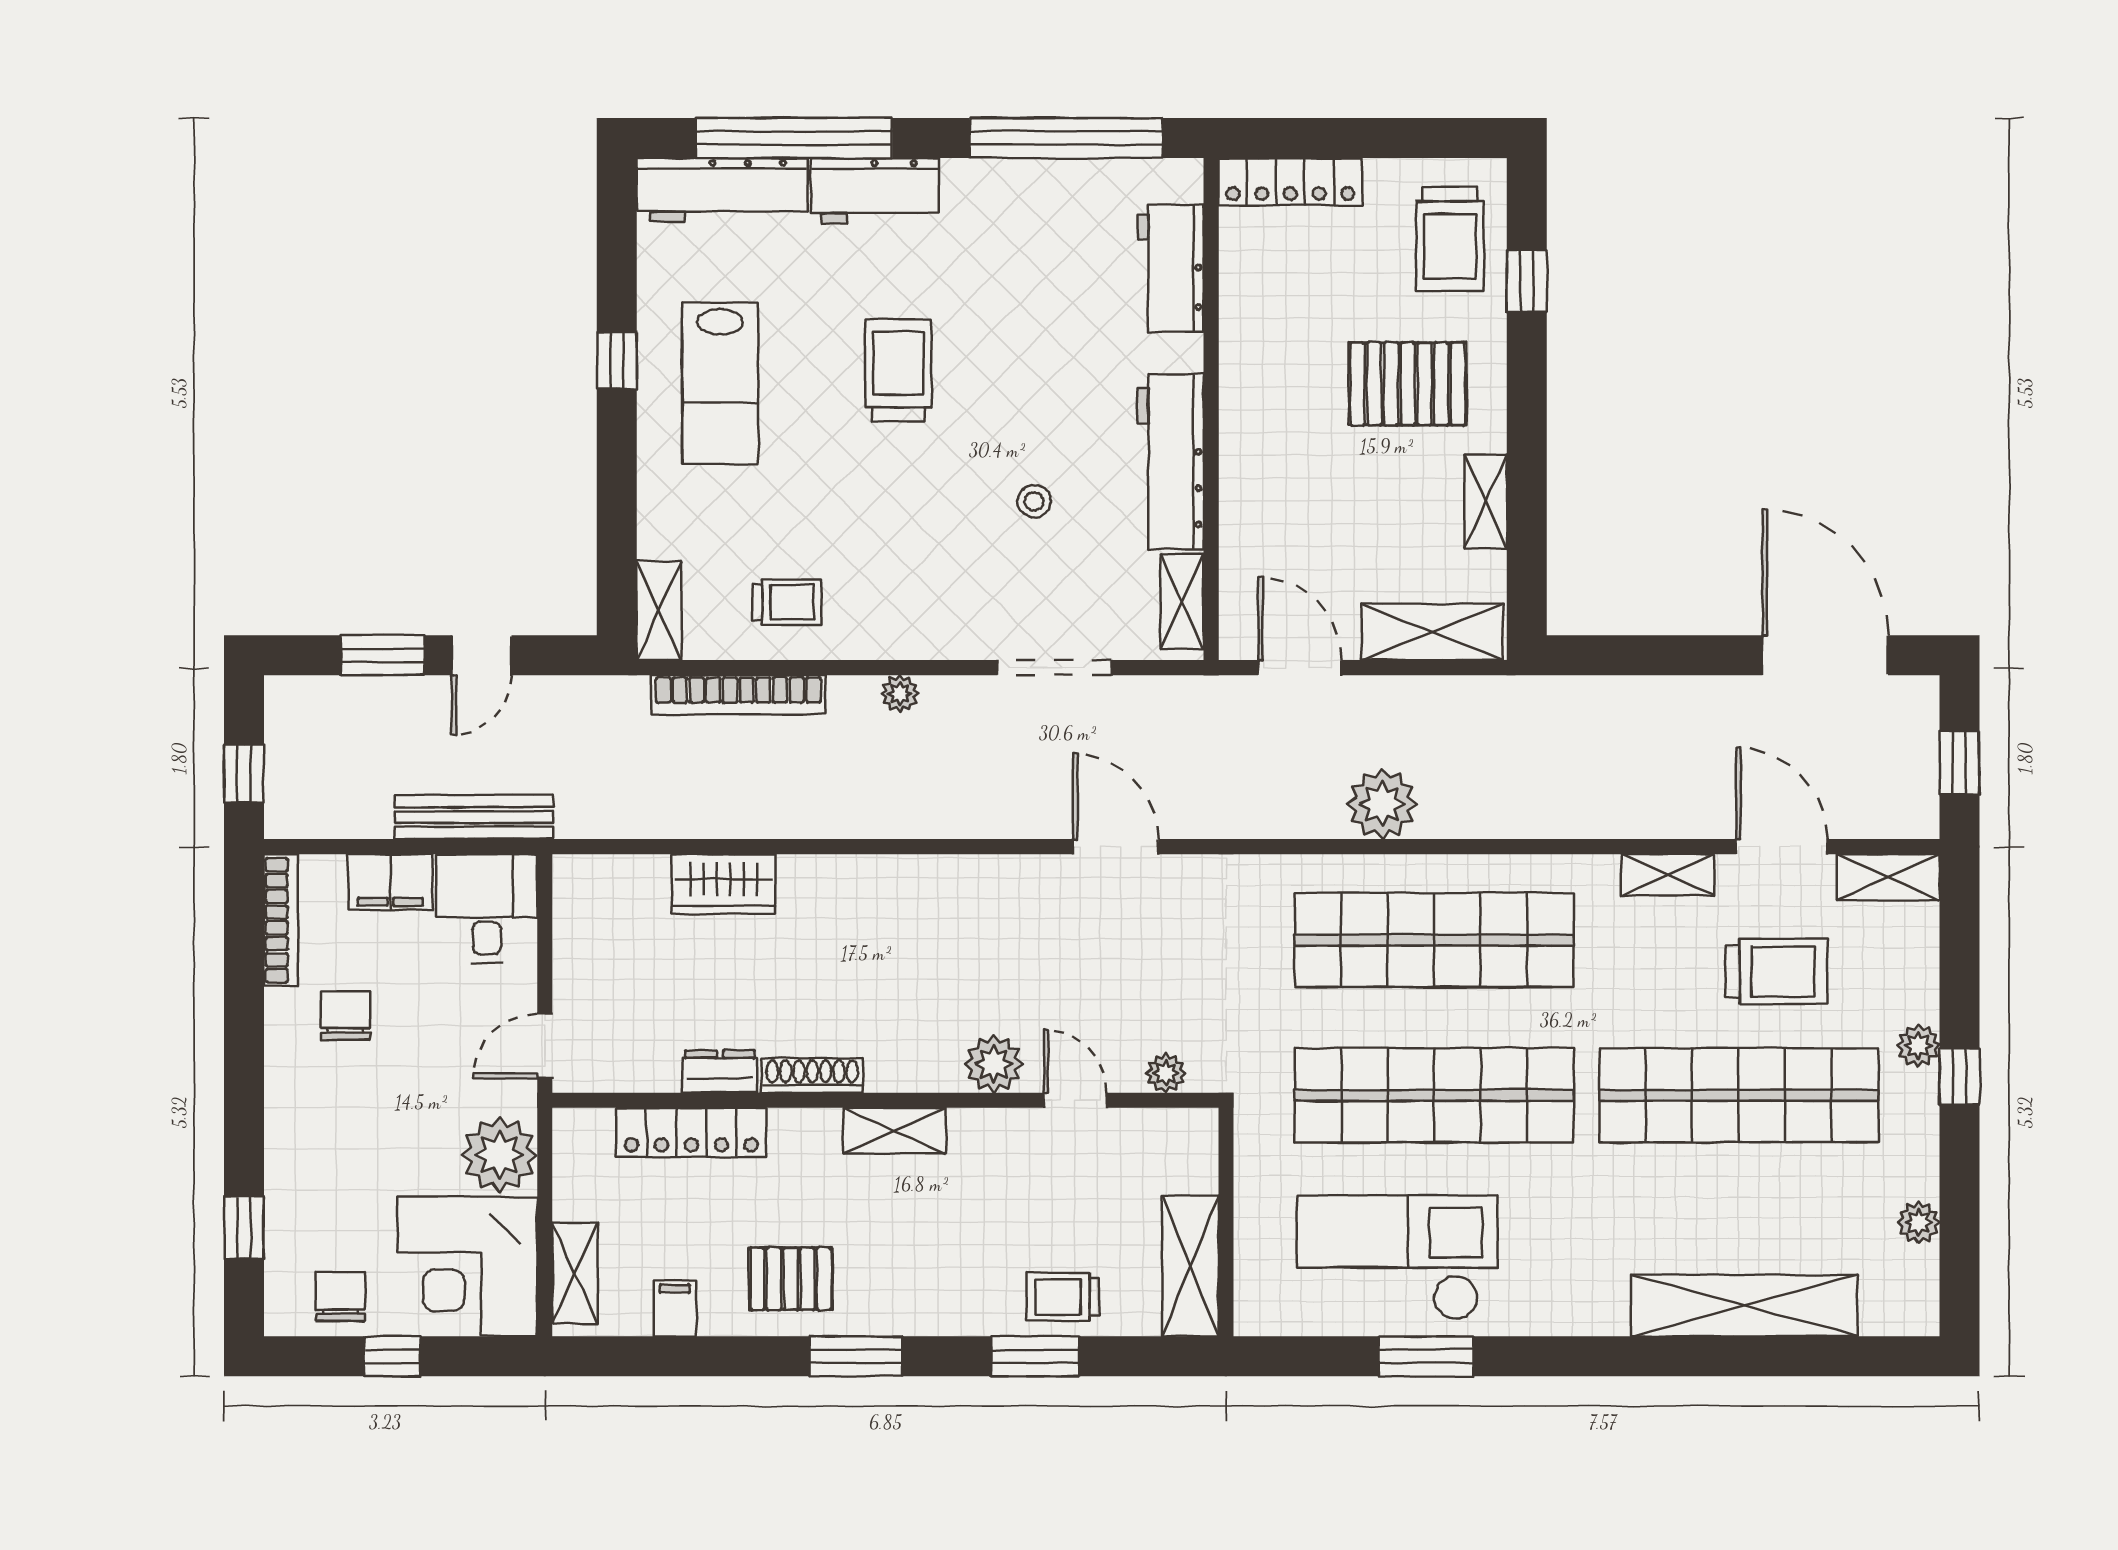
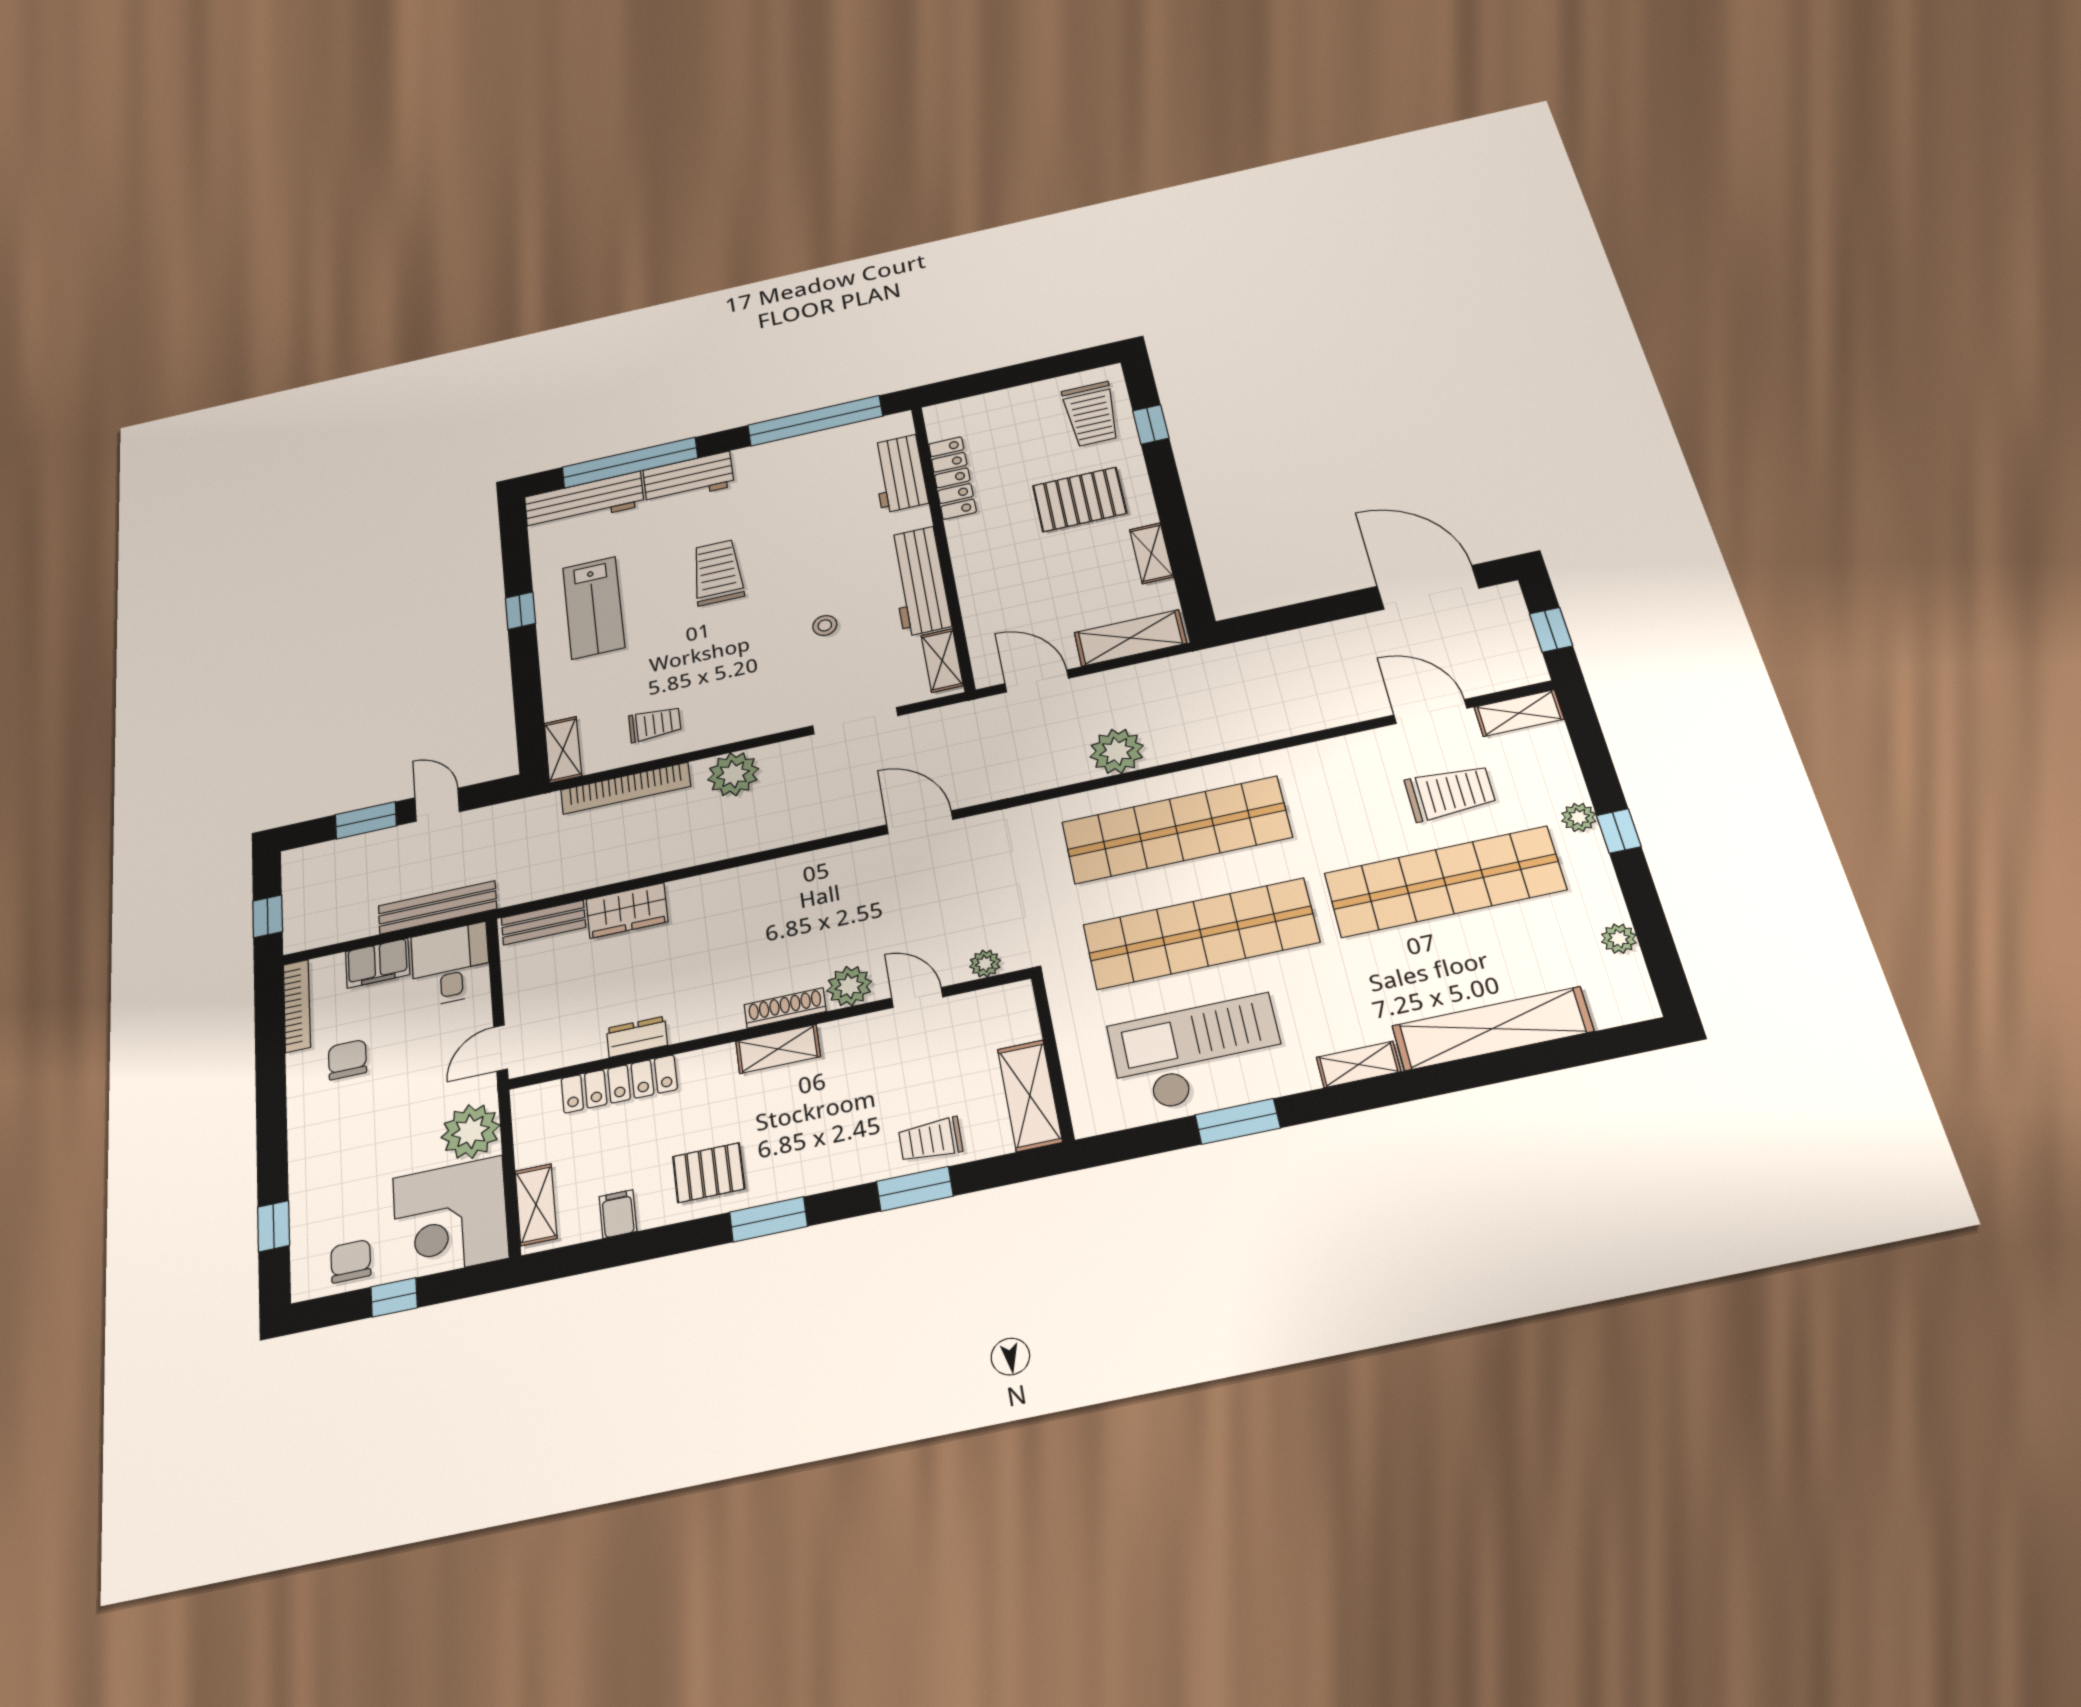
locker: (1290, 182) -> (952, 478), moved, turned -90
door: (482, 655) -> (437, 805), swing flipped
plant: (900, 694) -> (733, 774), width x1.88, depth x1.88
bench: (613, 875) -> (543, 923), added
shelving: (1668, 875) -> (1359, 1064), moved
shoe rack: (812, 1076) -> (785, 1008), moved

